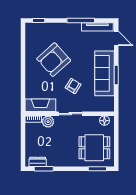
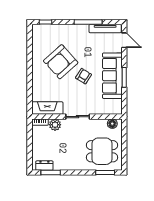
armchair: (73, 86) -> (84, 76), moved

